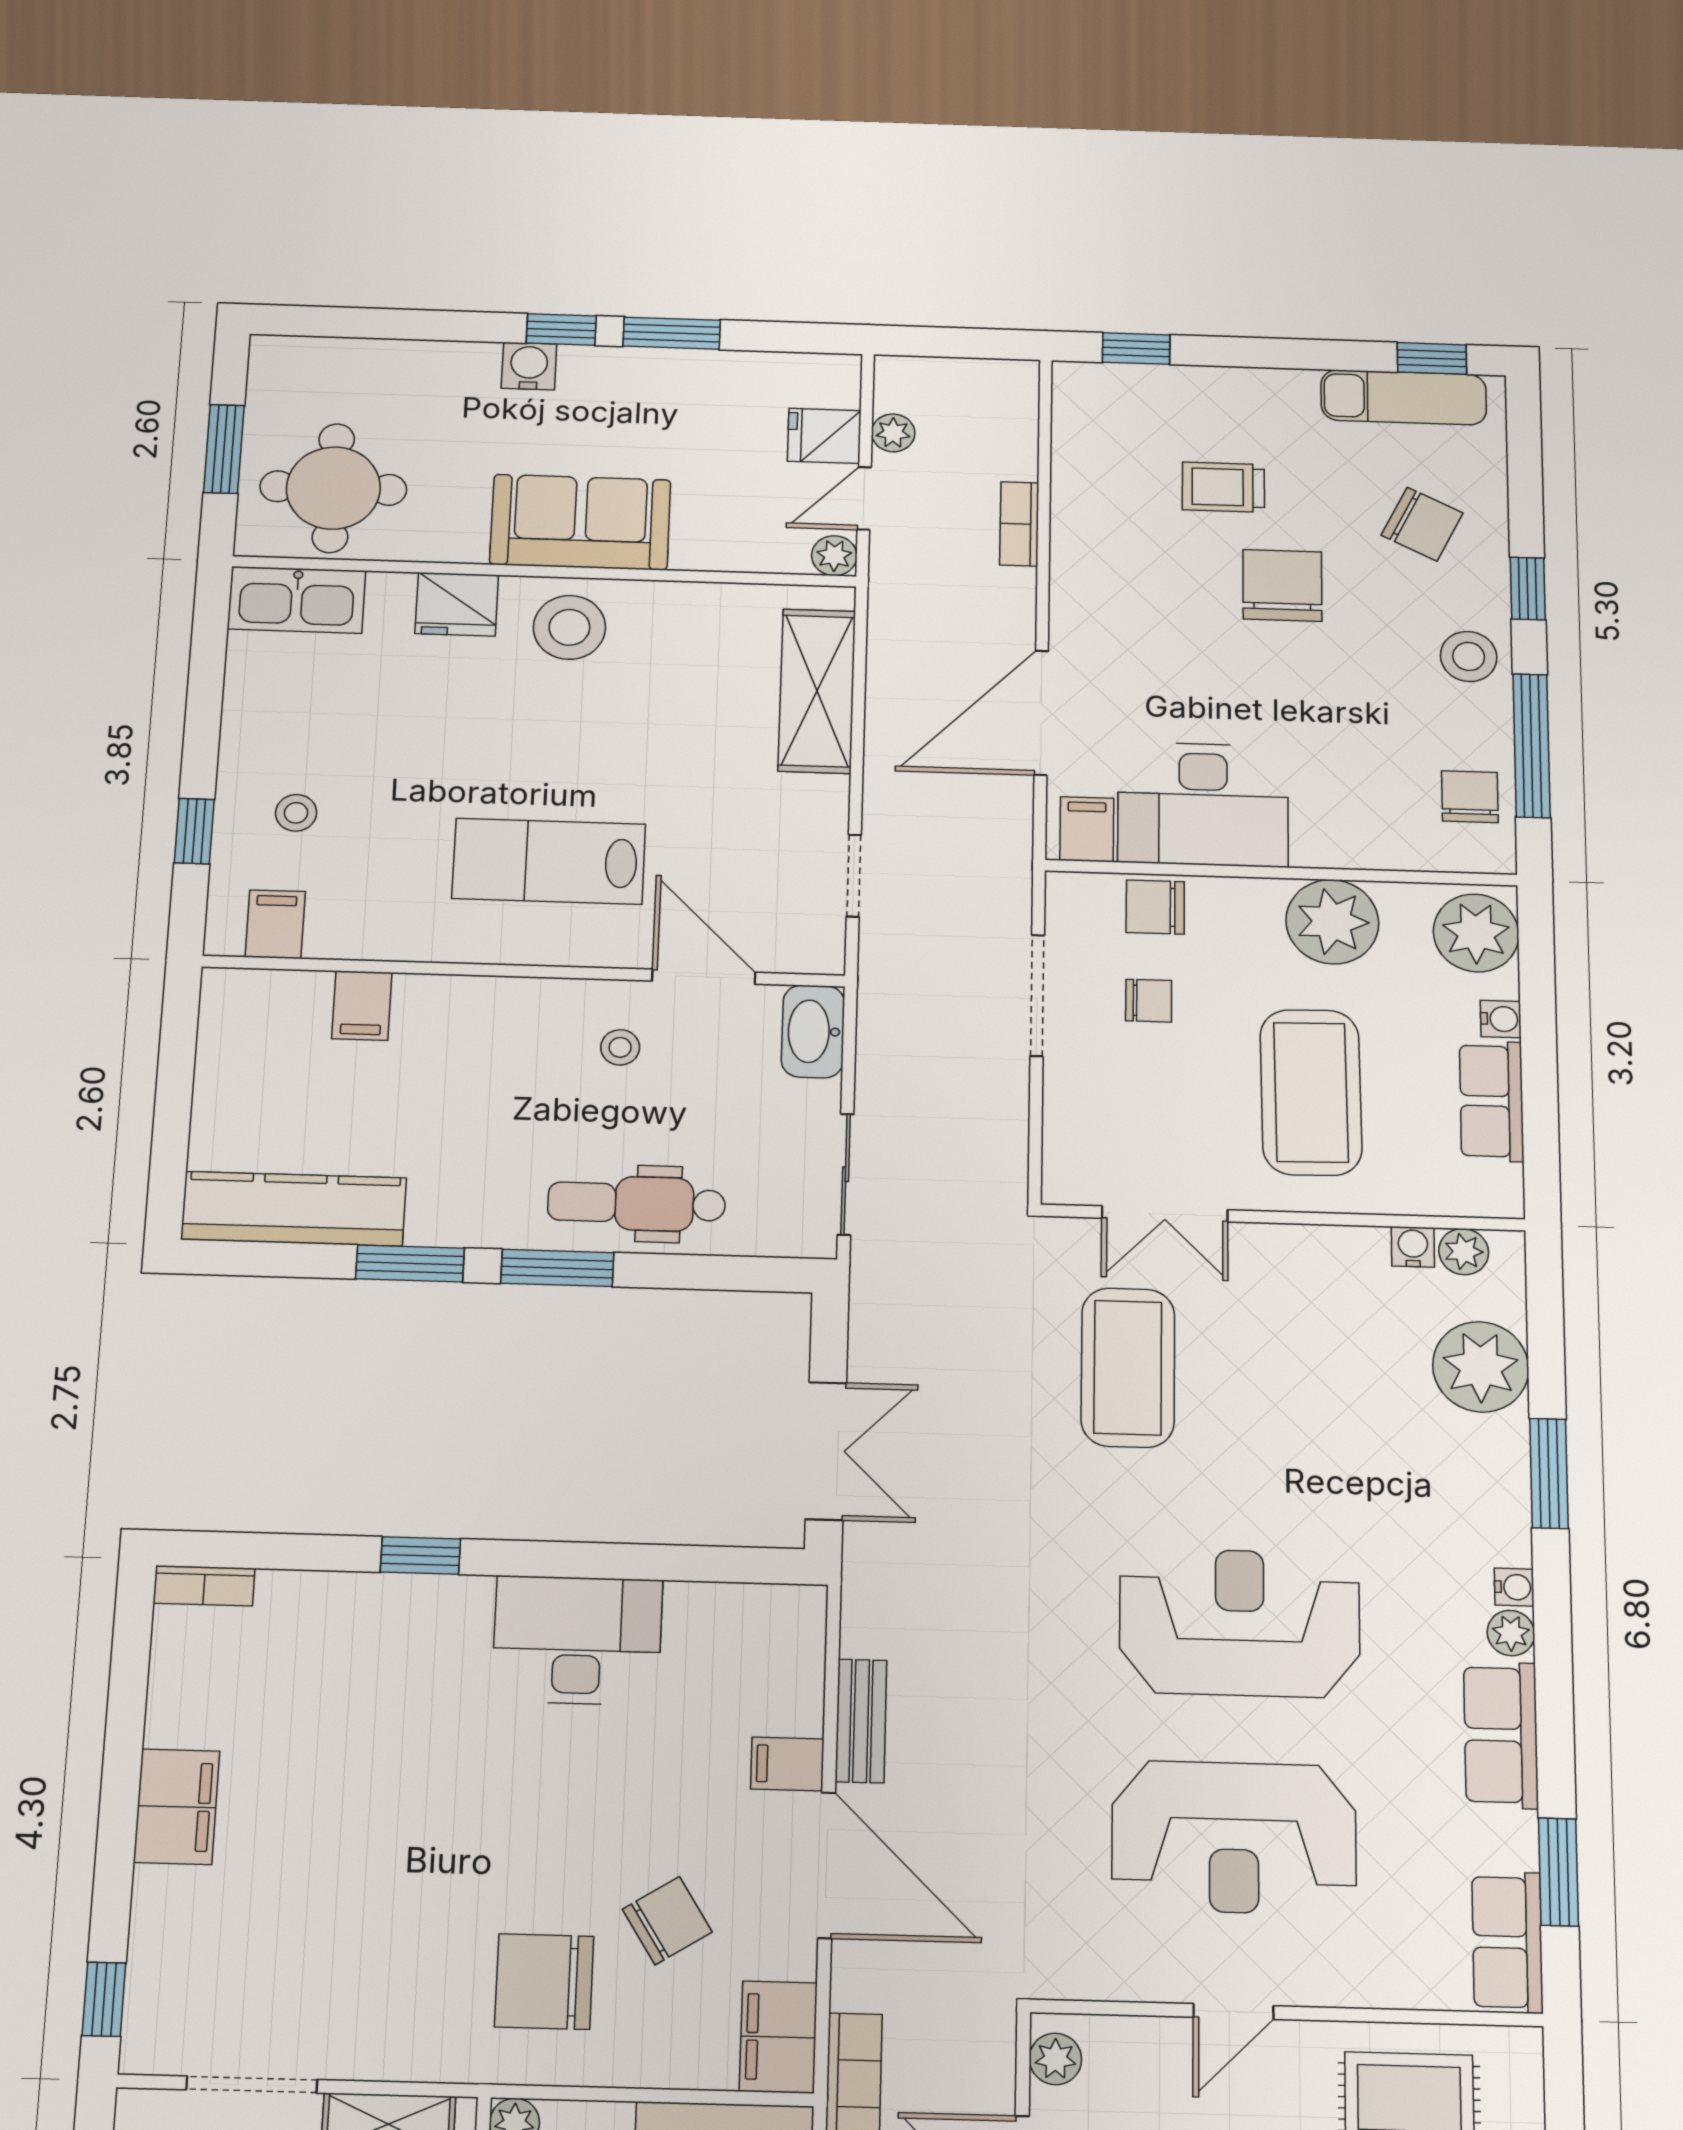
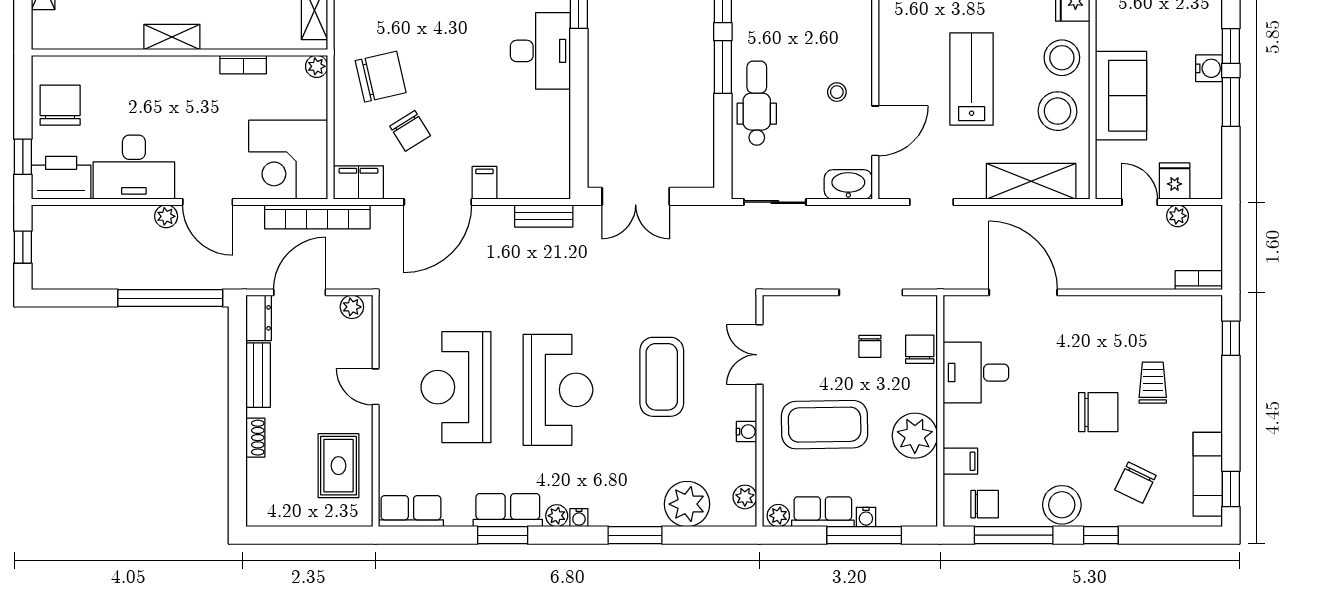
water cooler: (529, 366) -> (1209, 68), moved
sofa: (580, 522) -> (1121, 96), moved
bookcase: (1019, 524) -> (1199, 280), moved
plant: (834, 556) -> (1107, 188), removed
stool: (677, 639) -> (1057, 111), added
stool: (1469, 656) -> (1062, 505), width x1.38, depth x1.38
desk: (1203, 804) -> (976, 373), width x0.73
filing cabinet: (1087, 829) -> (960, 461), moved
lab bench: (549, 861) -> (972, 79), moved
plant: (1476, 933) -> (778, 516), moved, width x0.53, depth x0.53
window: (1538, 1024) -> (864, 535), added
water cooler: (1413, 1247) -> (747, 432), moved
coffee table: (1128, 1367) -> (662, 377), moved, turned 90
desk: (577, 1640) -> (540, 51), moved
bench: (861, 1721) -> (544, 216), moved
window: (1558, 1872) -> (503, 535), moved
chair: (544, 1982) -> (381, 77), turned 77

